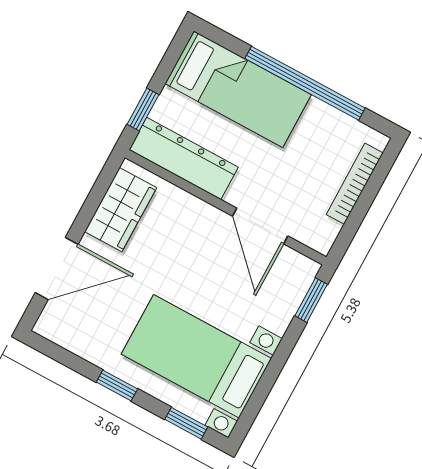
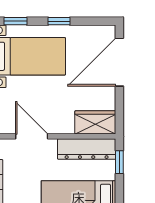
wardrobe: (121, 210) -> (95, 122), moved, turned 90
door: (57, 268) -> (119, 62), width x1.36

